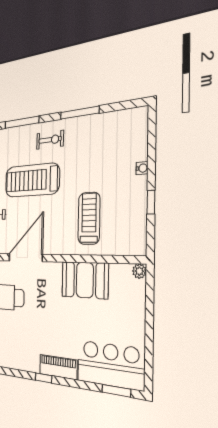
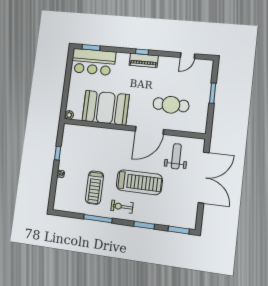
window: (22, 122) -> (144, 225), width x0.69
treadmill: (89, 218) -> (95, 188), moved
booth: (85, 280) -> (106, 108), width x1.36, depth x1.42
piano: (58, 367) -> (144, 60), moved

